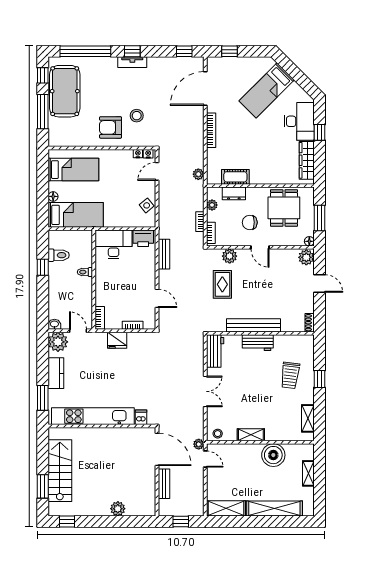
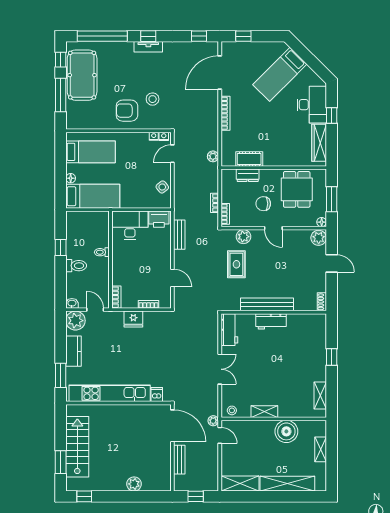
plant: (212, 205) -> (226, 187), removed
toilet: (59, 255) -> (76, 266), moved
trolley: (290, 375) -> (303, 353), removed

